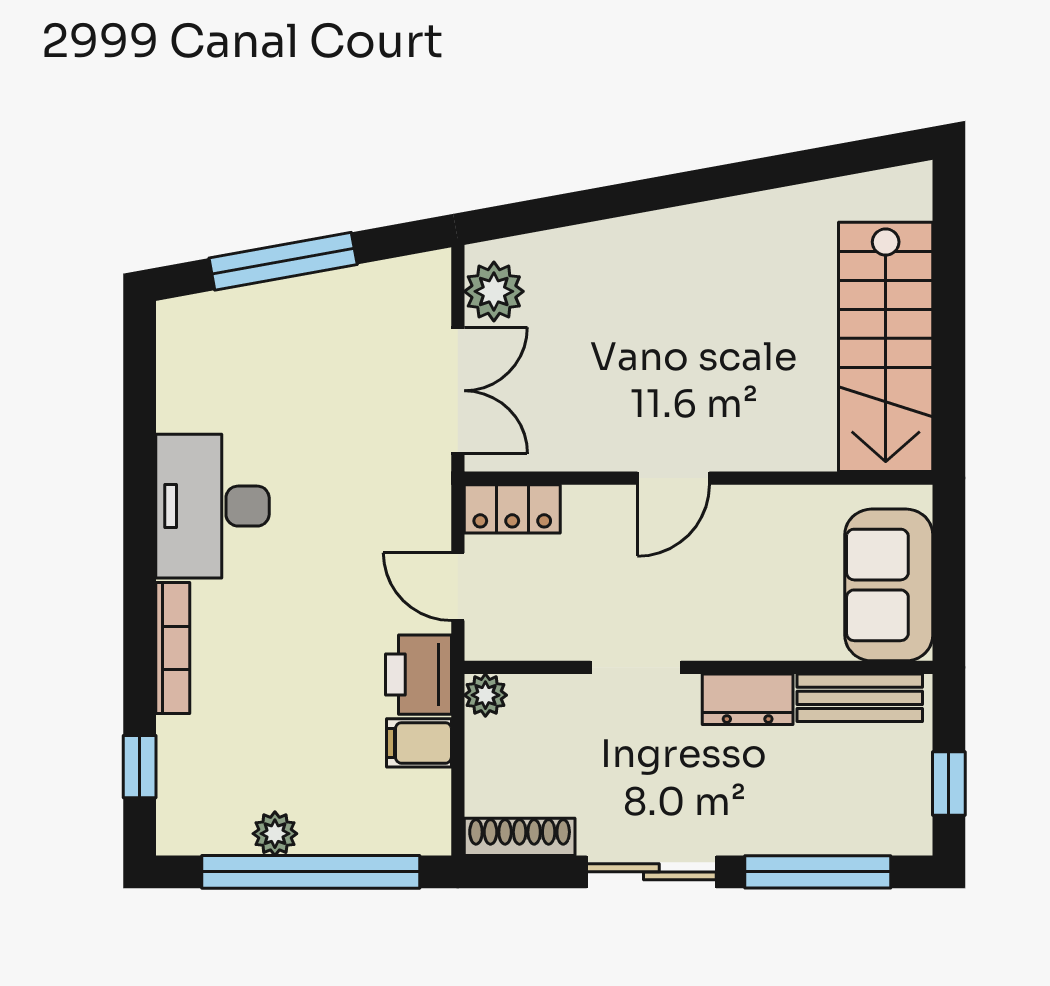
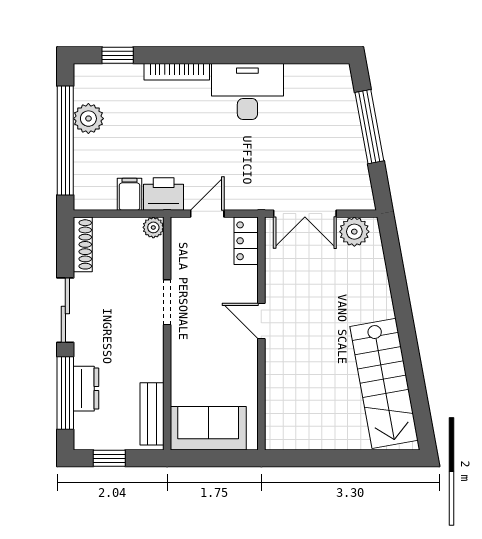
stairs: (886, 347) -> (384, 383), moved, turned -100
dresser: (748, 699) -> (86, 389), moved, turned 180
plant: (275, 834) -> (88, 119), width x1.38, depth x1.38

